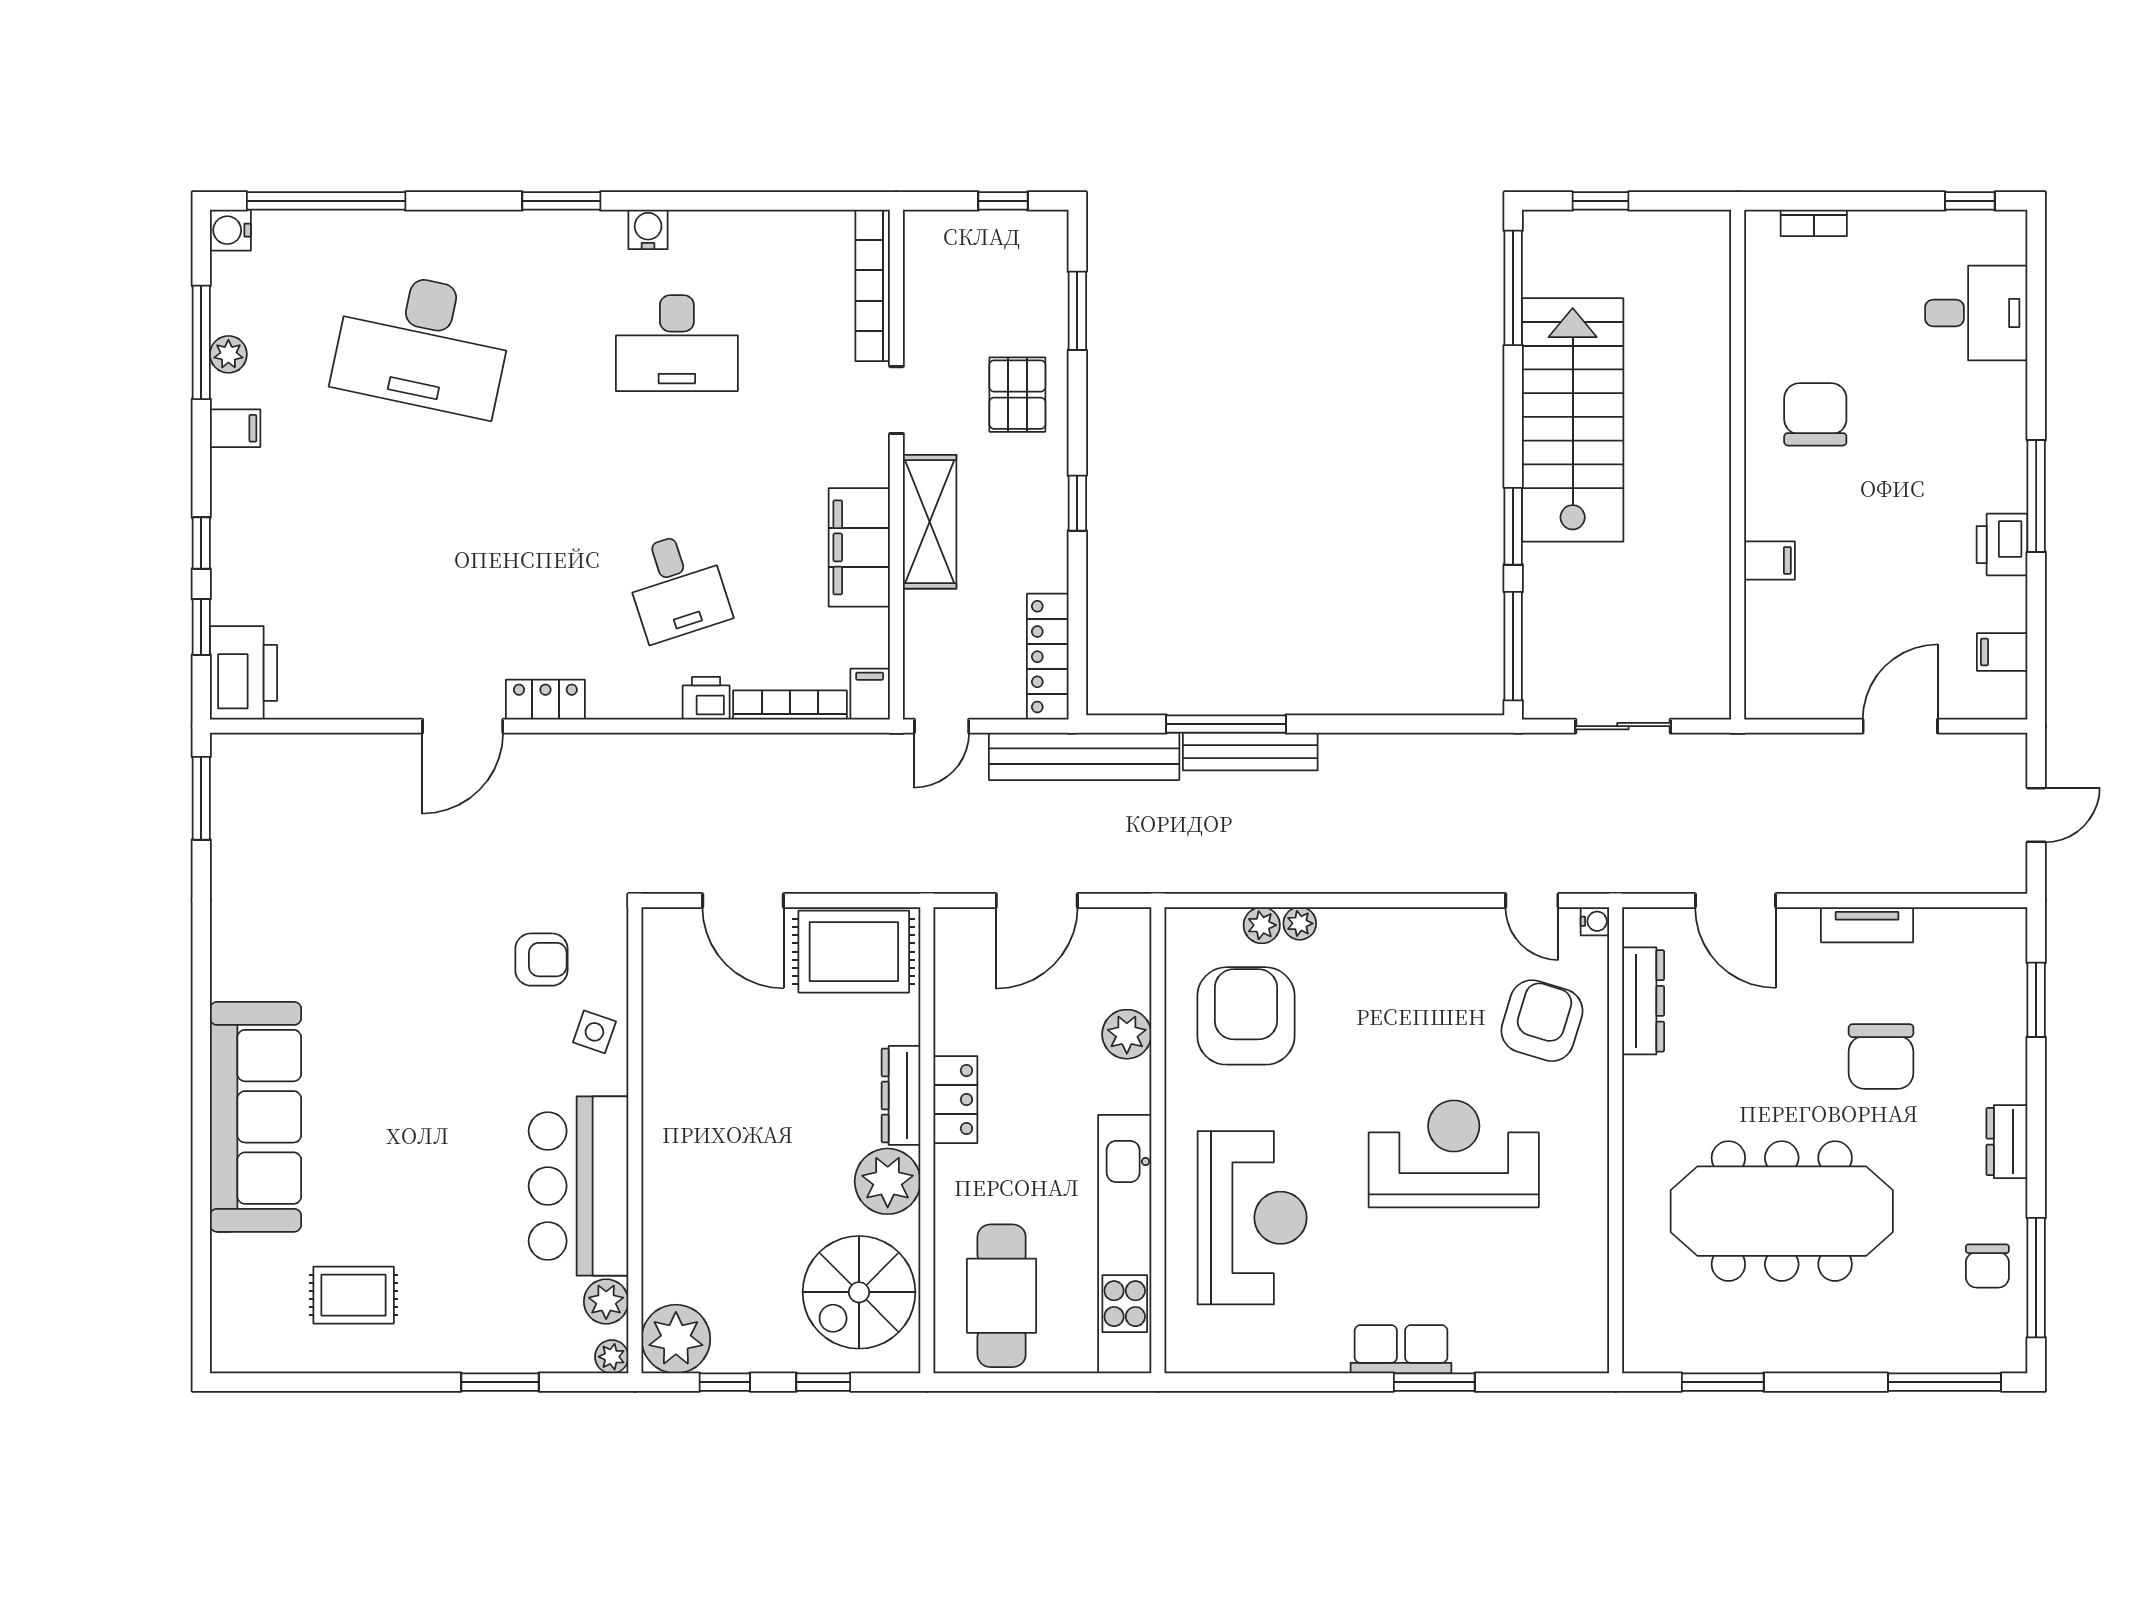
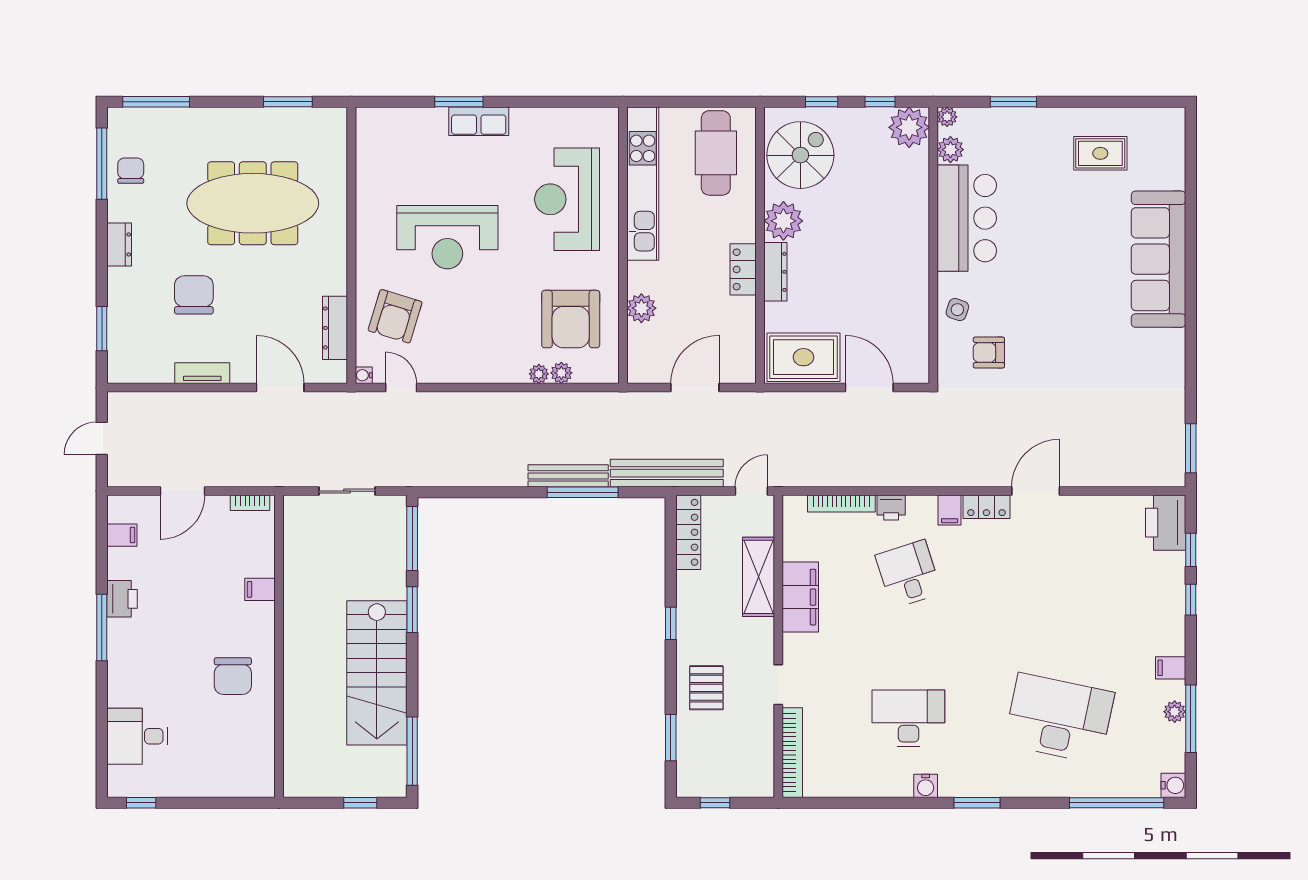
bookcase: (1814, 223) -> (250, 503), moved, turned 180
shelving: (930, 522) -> (758, 577), moved
filing cabinet: (870, 694) -> (950, 510), moved

